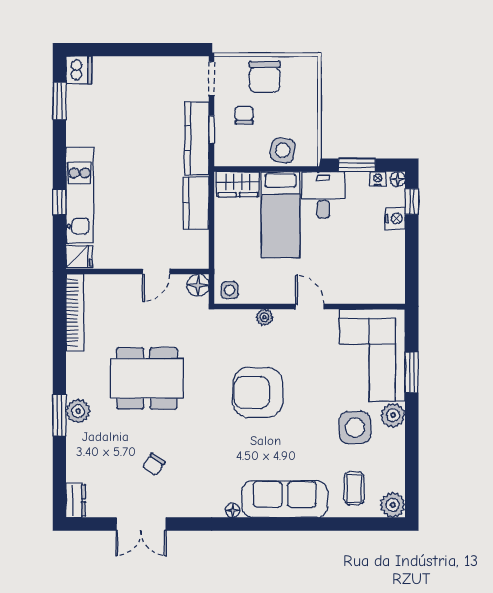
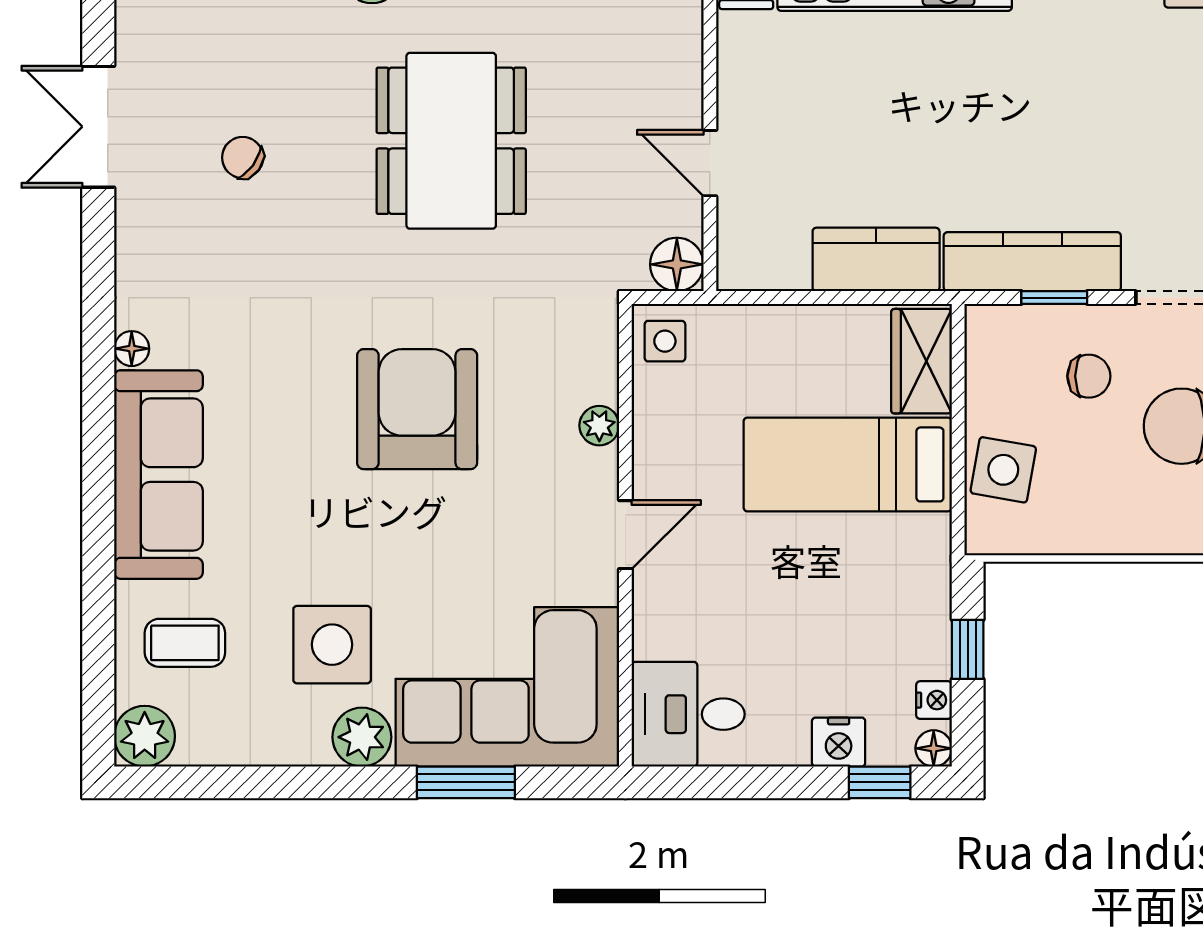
window: (357, 165) -> (968, 649), width x0.67
desk: (323, 195) -> (688, 714), moved, turned 180

